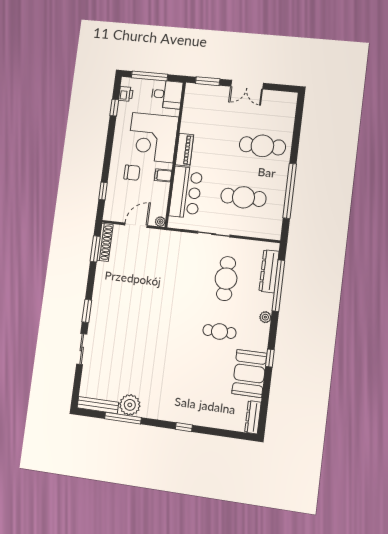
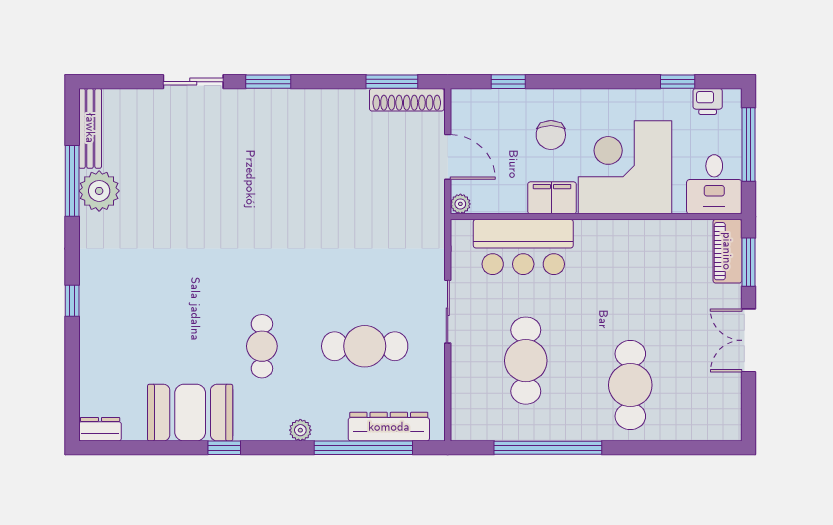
piano: (184, 150) -> (727, 251), moved, turned 90
filing cabinet: (163, 175) -> (552, 198), width x2.00
dresser: (253, 417) -> (100, 429), width x0.70

